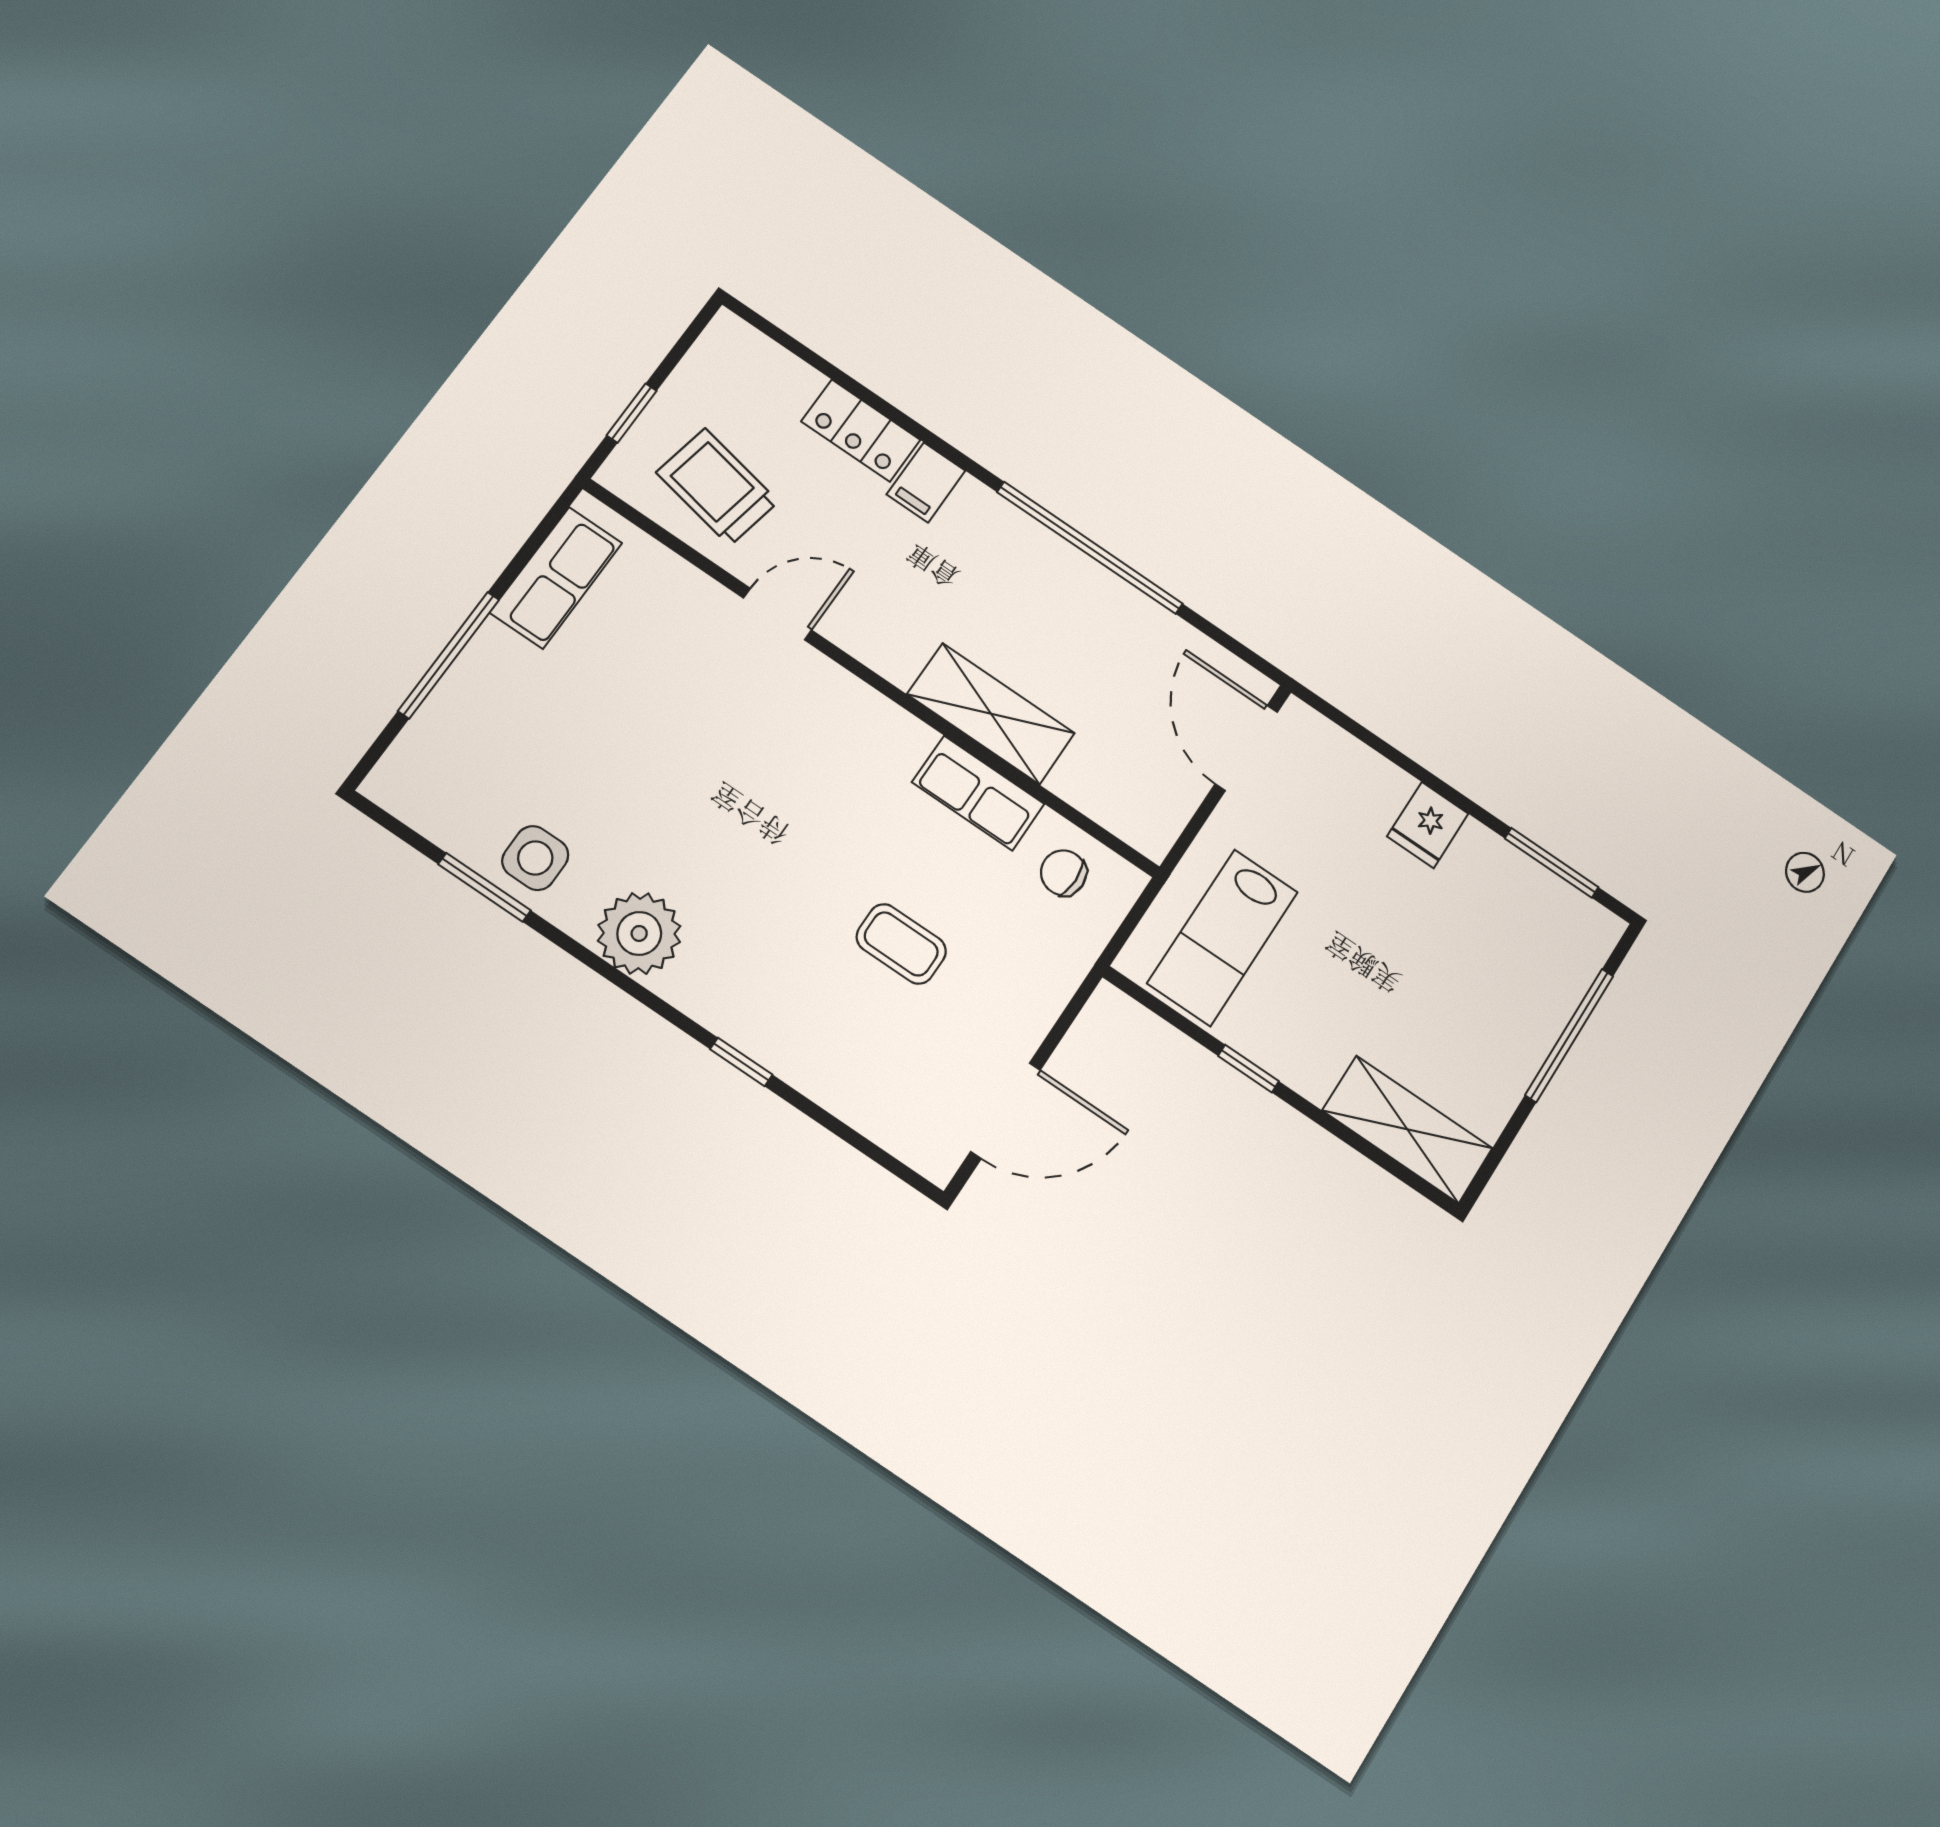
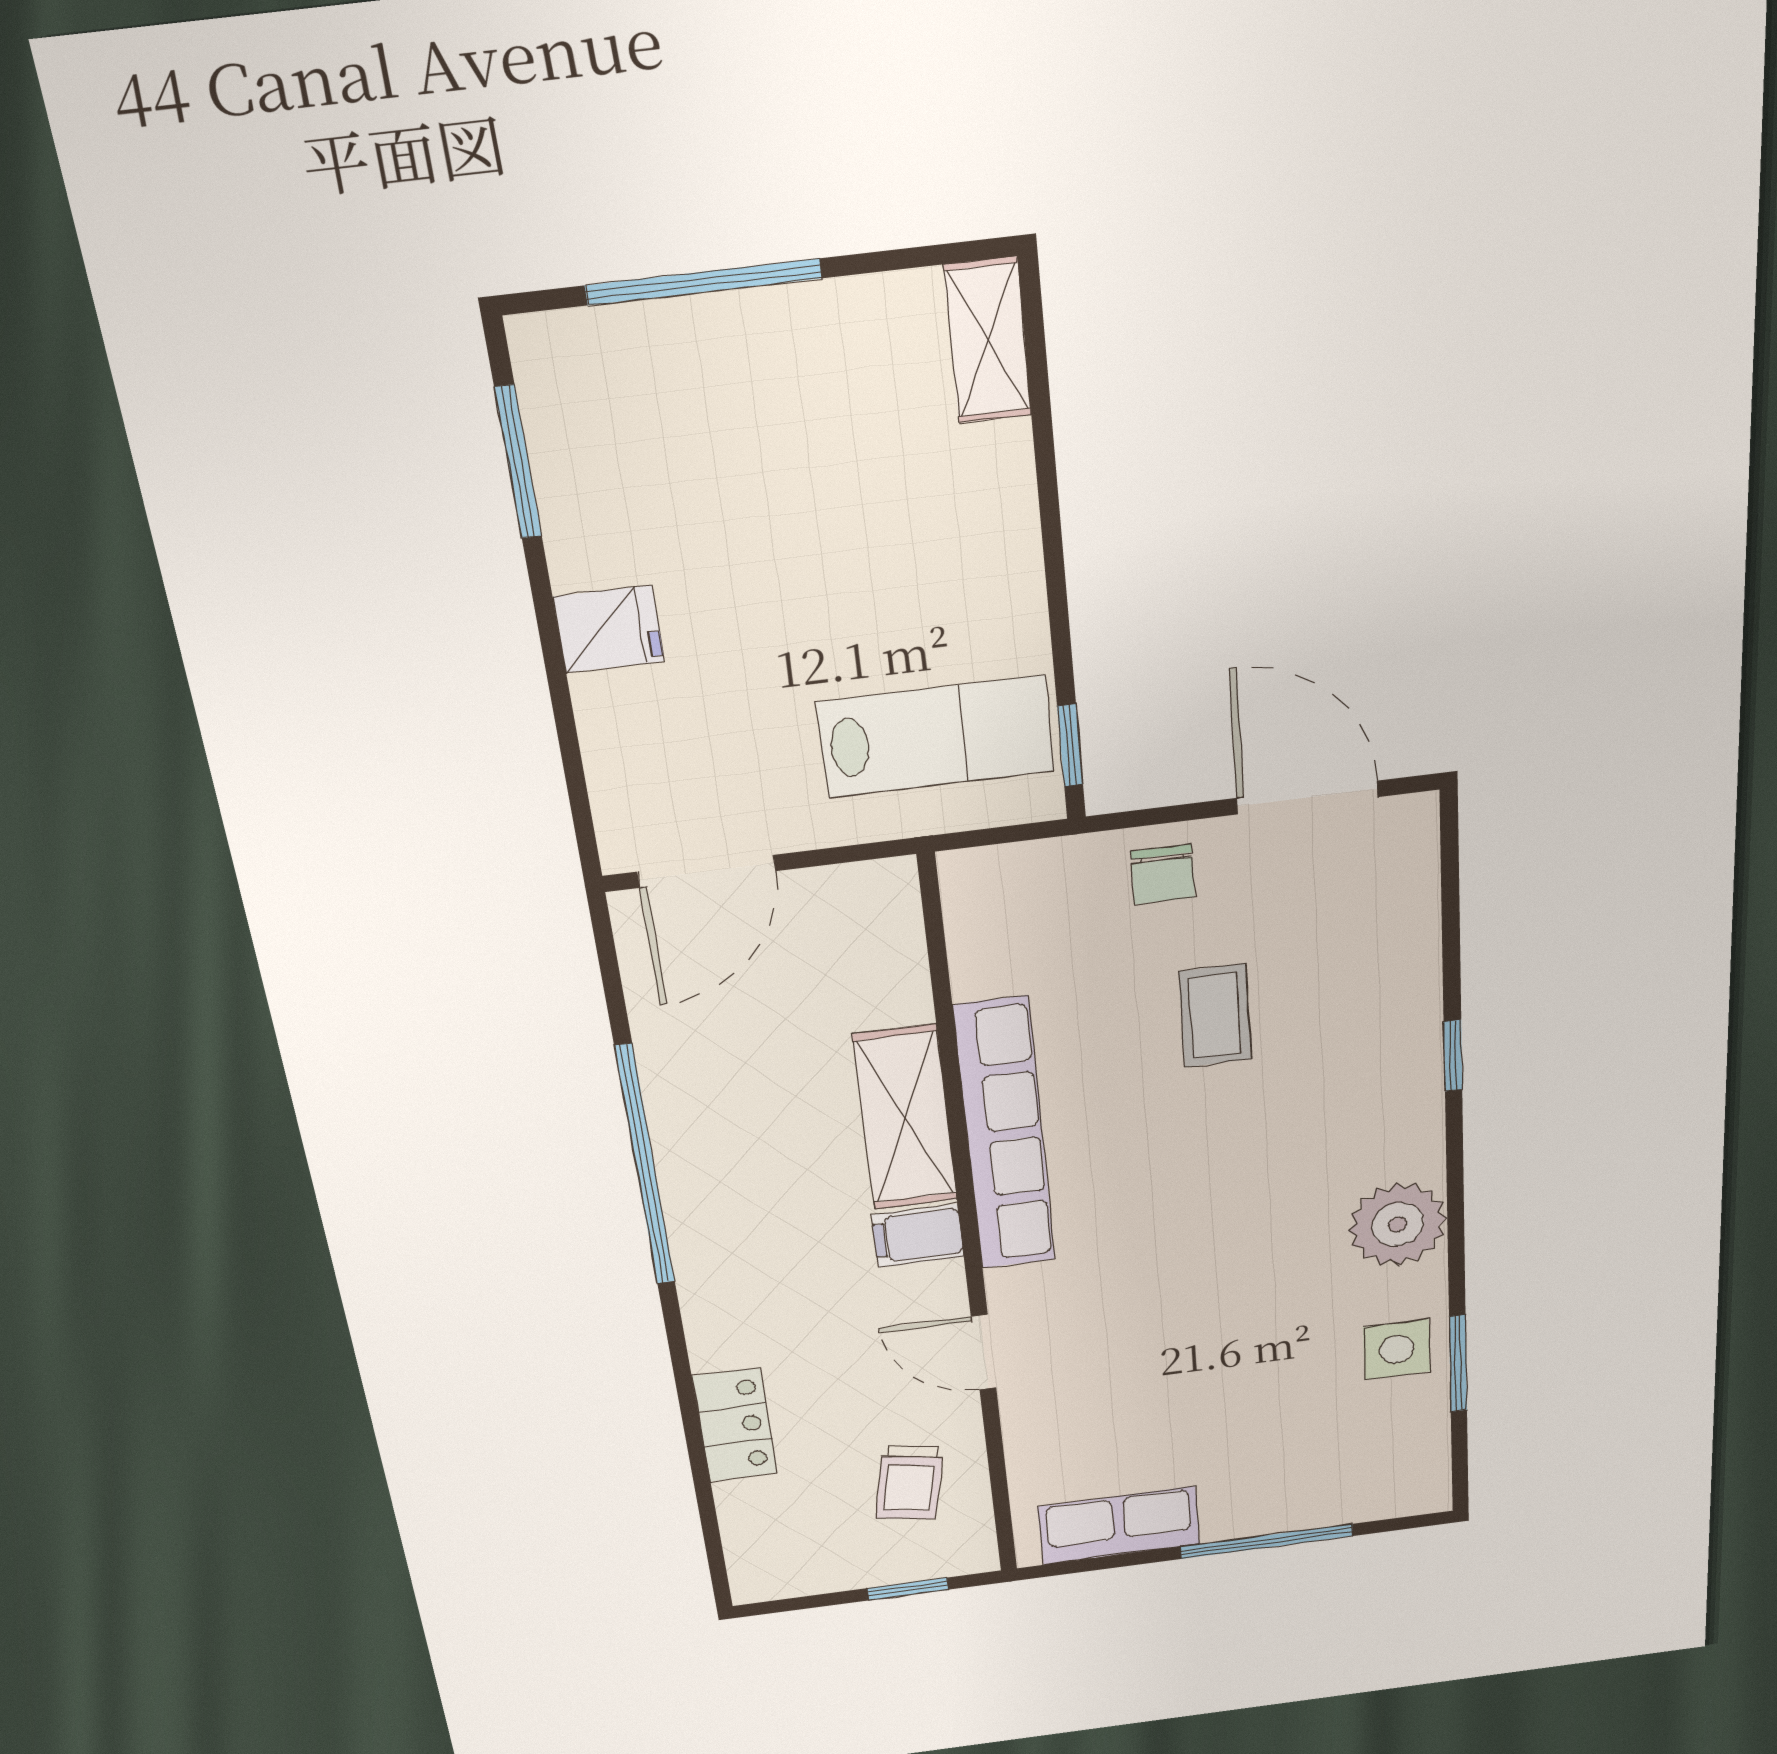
filing cabinet: (926, 482) -> (918, 1236), moved, turned 180
trolley: (717, 487) -> (909, 1483), width x0.73, depth x0.72
row of seats: (978, 793) -> (1005, 1135), width x2.02
chair: (1064, 873) -> (1163, 874), moved
window: (1248, 1069) -> (1070, 745), moved
shelving: (1407, 1129) -> (988, 340), width x0.67, depth x0.75

